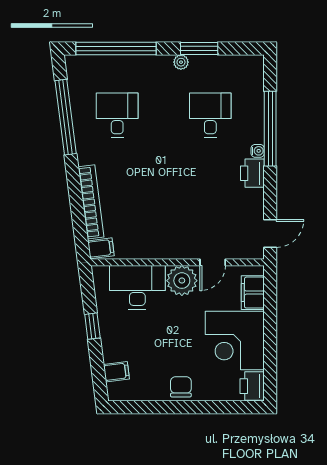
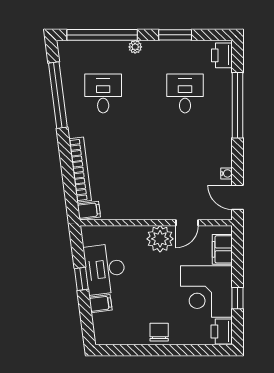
plant: (181, 62) -> (135, 47), moved
water cooler: (258, 151) -> (227, 173), moved
printer: (252, 173) -> (222, 55), moved
door: (270, 233) -> (238, 197), swing flipped
desk: (137, 287) -> (105, 269), moved, turned -97
window: (270, 348) -> (238, 298), added
filing cabinet: (116, 372) -> (101, 304), moved

